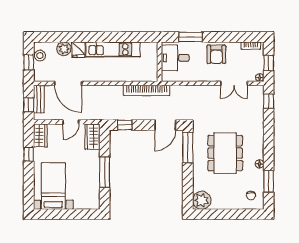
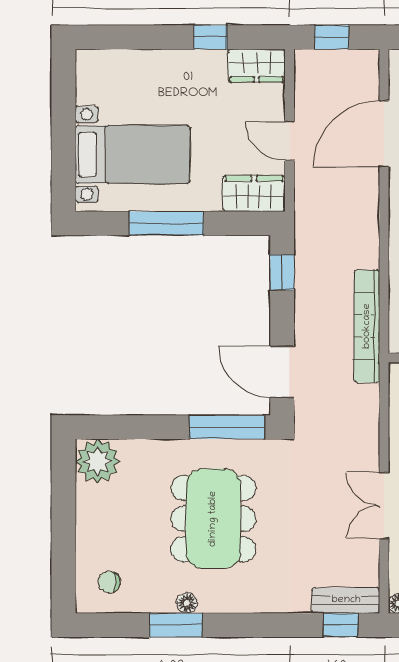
double door: (234, 83) -> (384, 506), moved
bench: (39, 99) -> (346, 600), moved
dining table: (225, 153) -> (213, 519), turned 90
window: (269, 181) -> (176, 625), moved
bed with nightstands: (53, 186) -> (133, 154), moved

